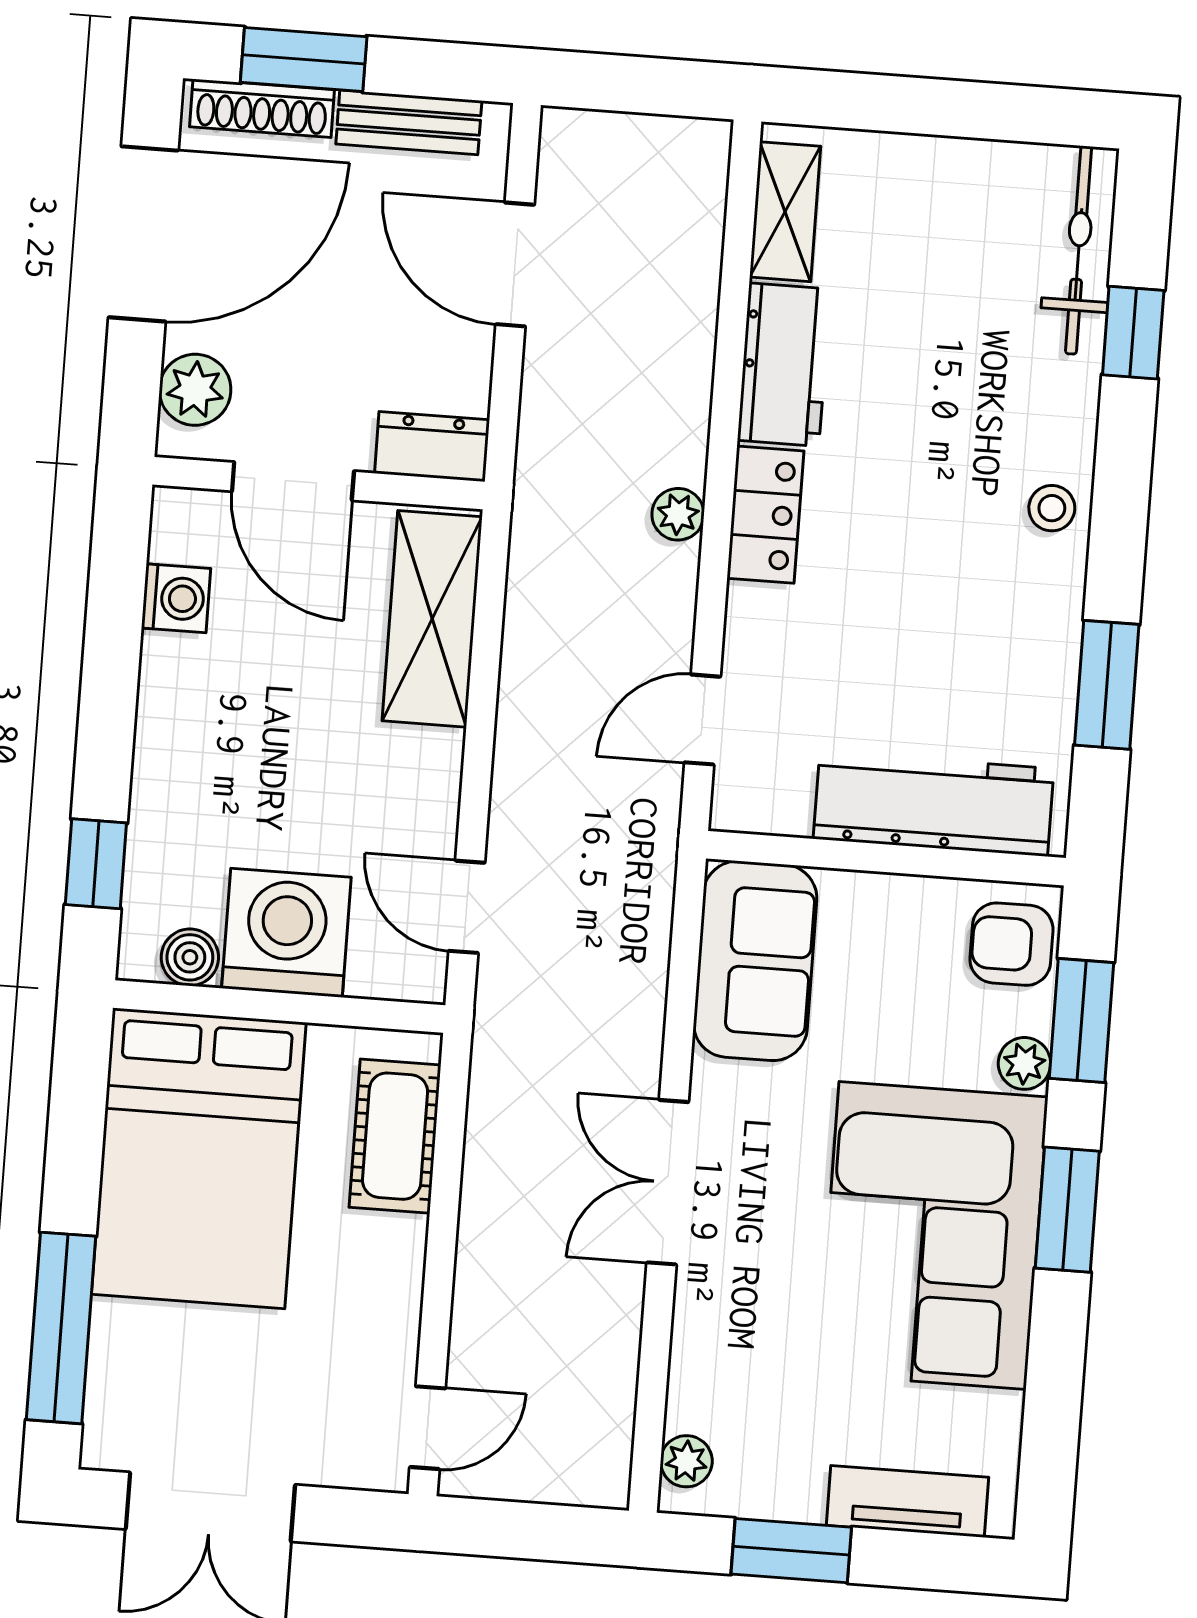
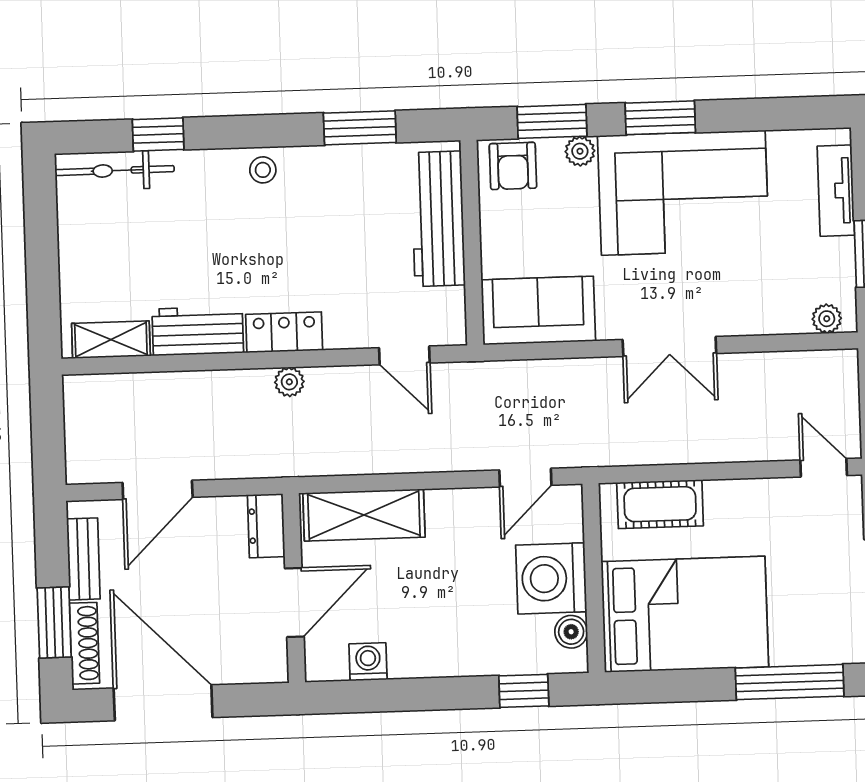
plant: (195, 390) -> (248, 664), removed

